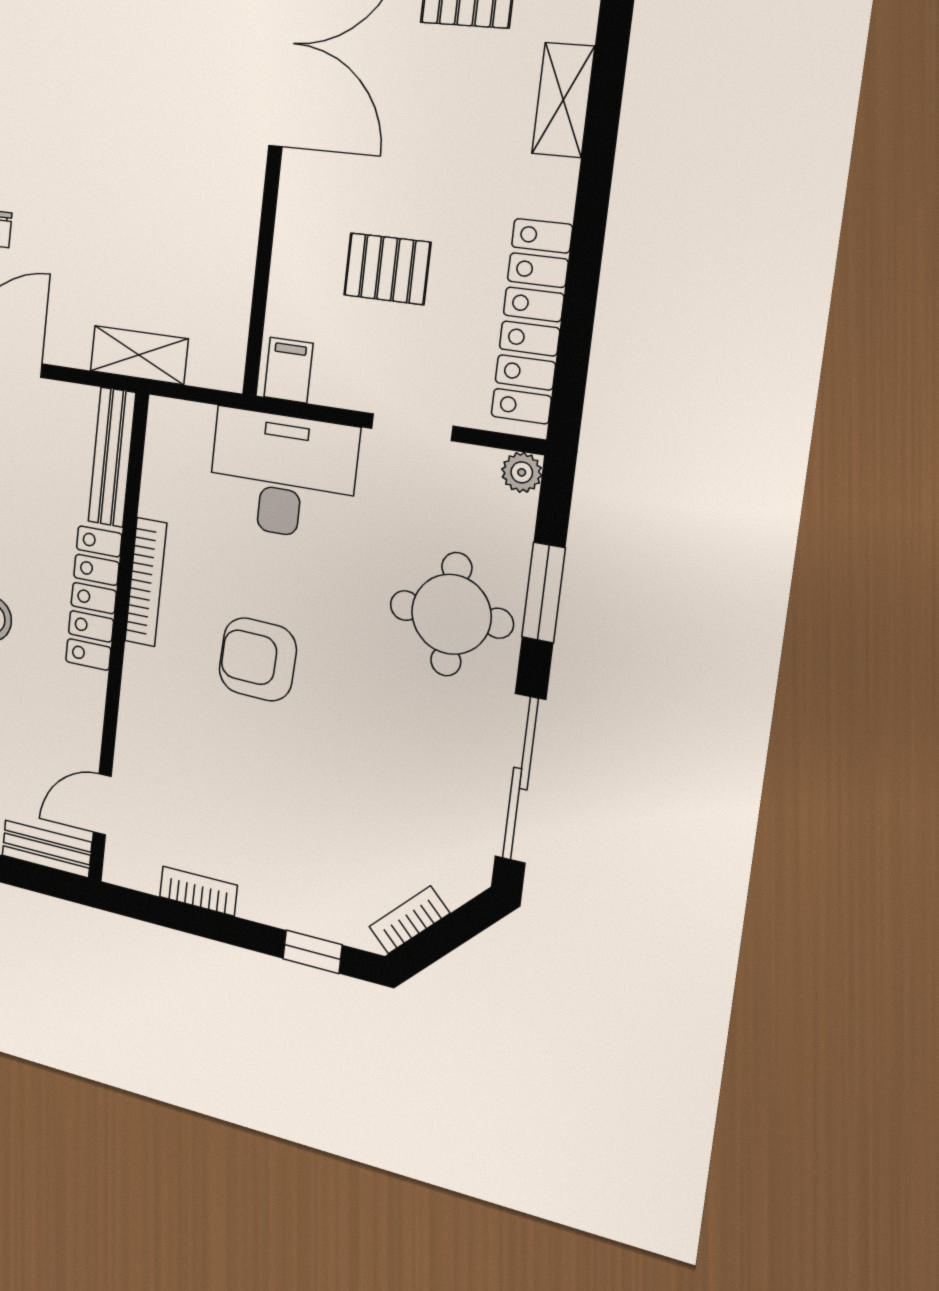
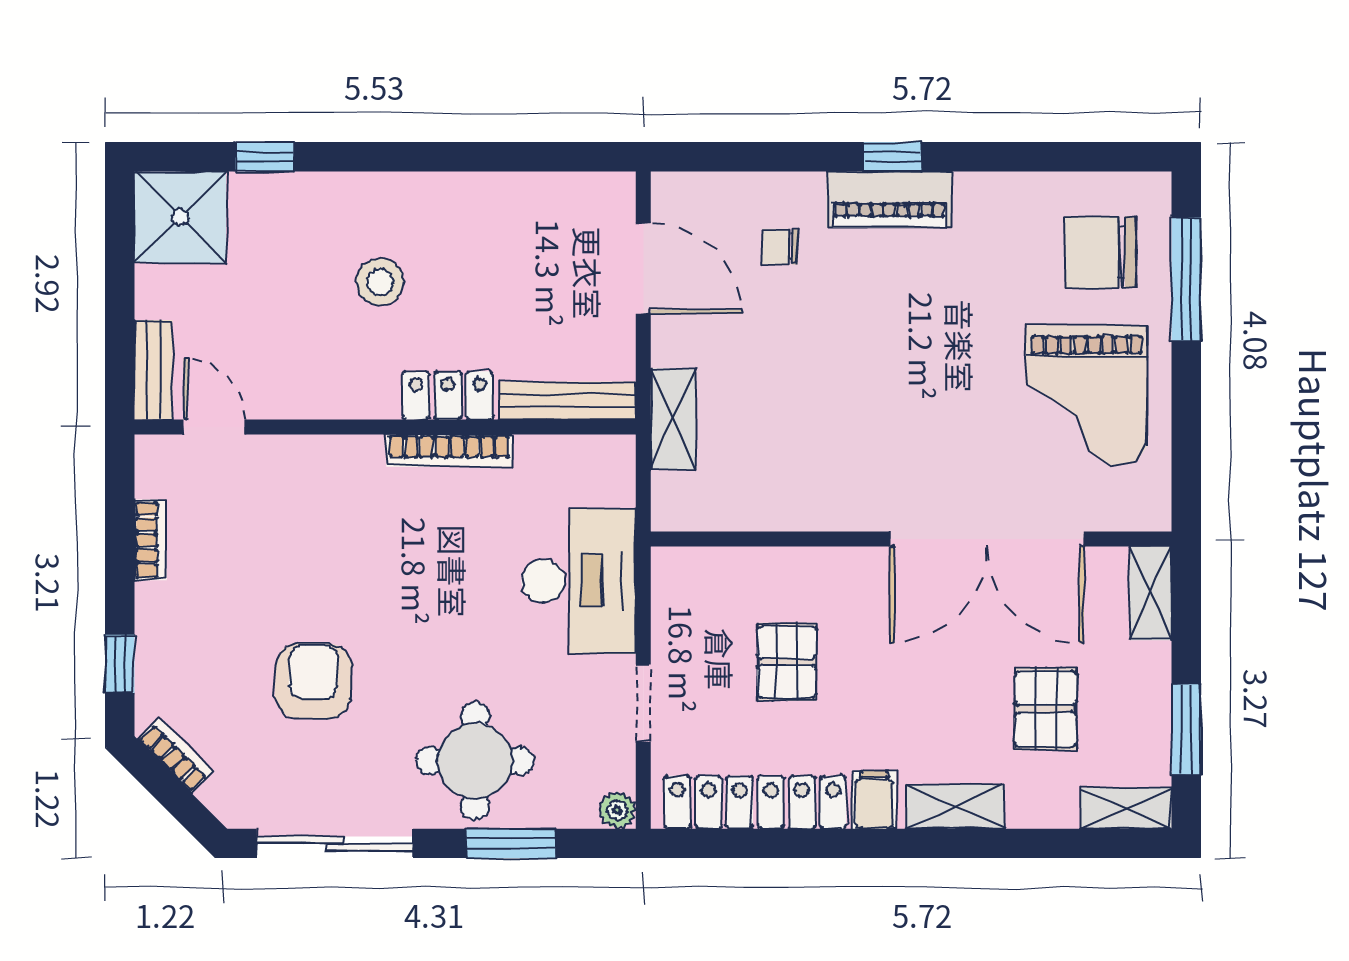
filing cabinet: (288, 370) -> (874, 800), moved, turned -90
locker: (94, 598) -> (448, 396), width x0.66
armchair: (258, 659) -> (313, 681), moved

